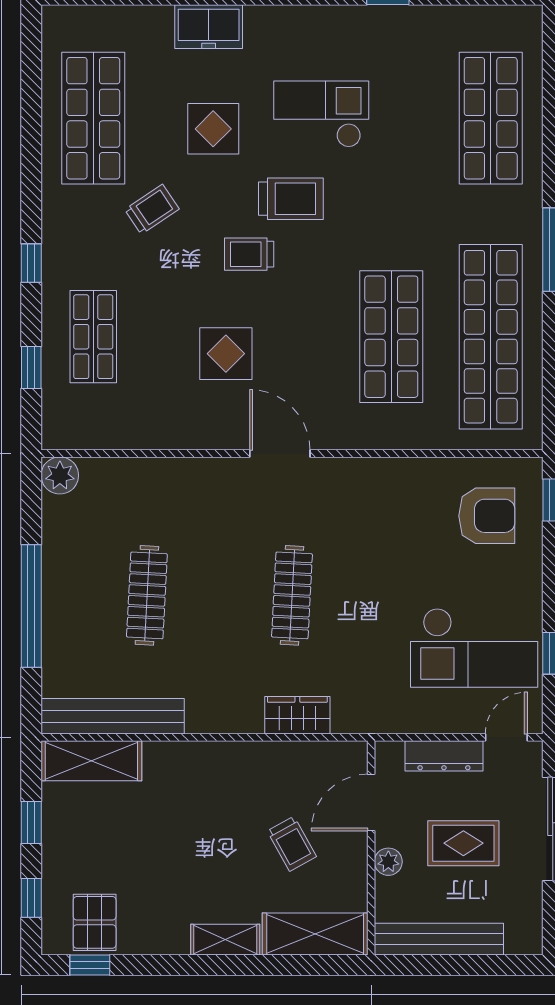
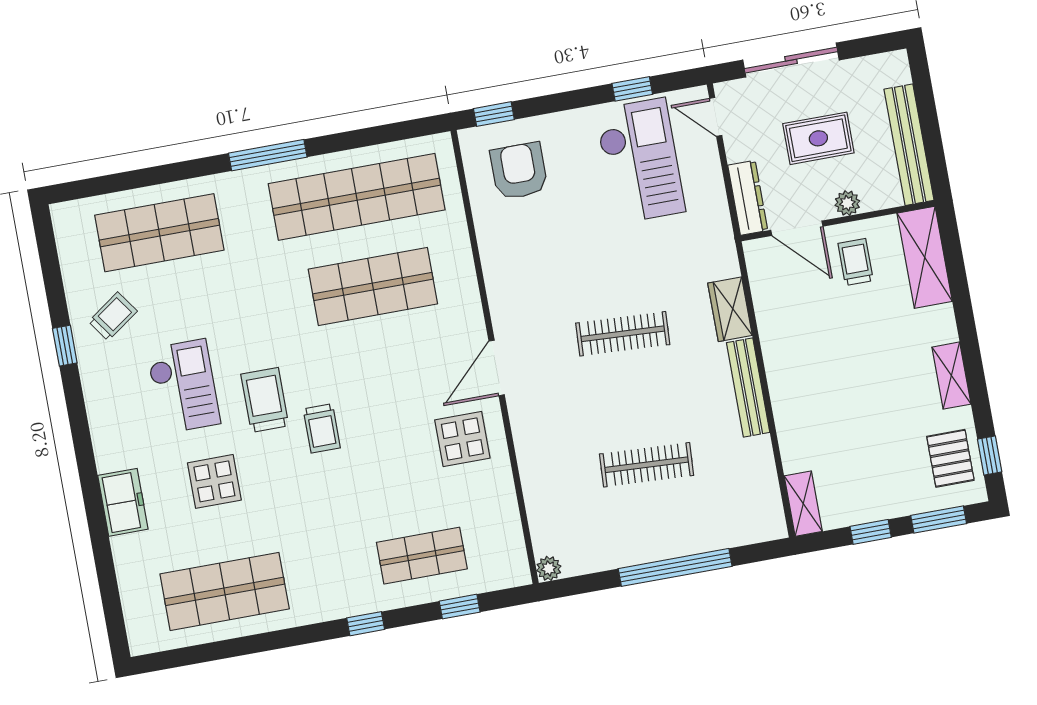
checkout: (321, 114) -> (183, 386), turned 180
trolley: (152, 209) -> (113, 316), moved, turned 89
display table: (226, 354) -> (462, 439), moved
plant: (60, 475) -> (549, 568), width x0.73, depth x0.73
bench: (113, 716) -> (748, 387), moved, width x0.73, depth x0.82
dresser: (444, 756) -> (748, 198), moved
shelving: (91, 761) -> (803, 504), width x0.67, depth x0.75
rug: (463, 843) -> (818, 138), turned 90
trolley: (292, 844) -> (856, 262), moved, turned -61
window: (31, 898) -> (939, 520), width x1.50
pallet: (95, 922) -> (950, 458), turned 90
shelving: (225, 940) -> (951, 376), moved

